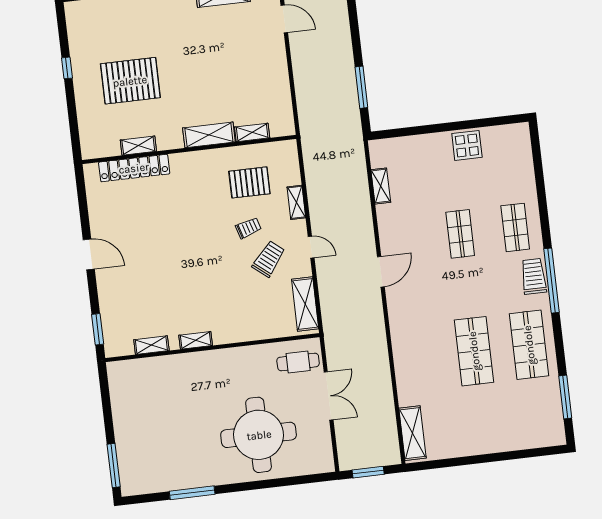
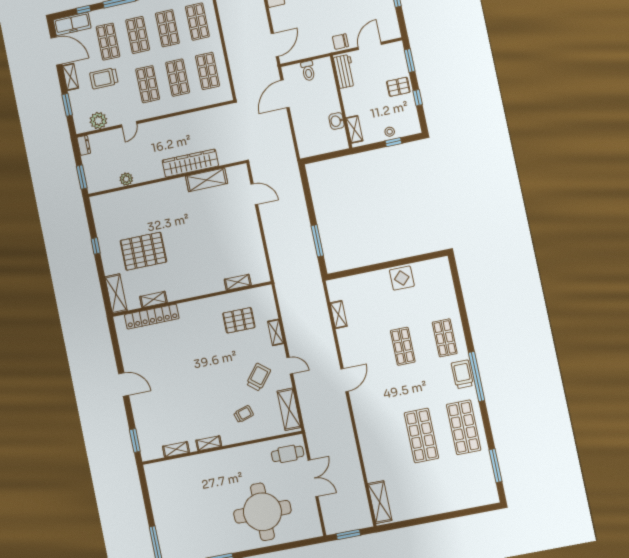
shelving: (209, 135) -> (116, 294), moved, turned 90
trolley: (248, 228) -> (244, 414), moved

